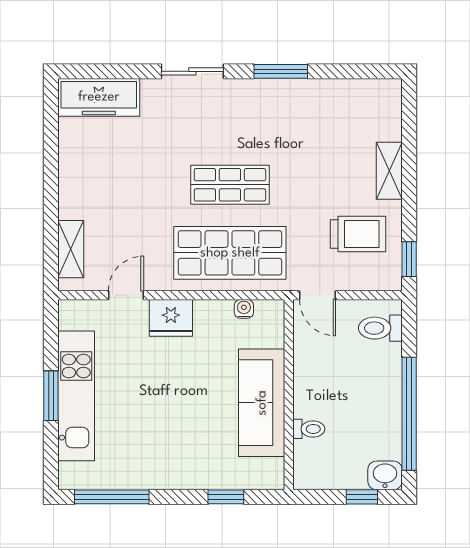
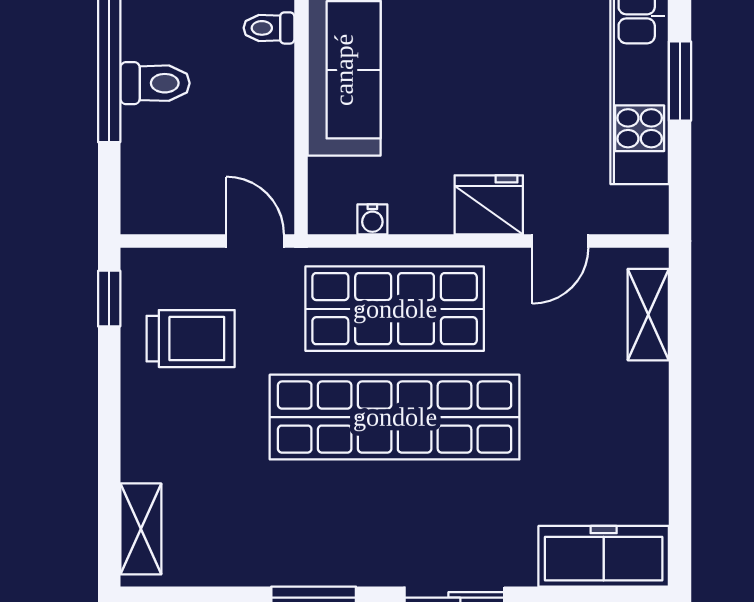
shelving: (389, 171) -> (141, 529), moved
shop shelf: (230, 185) -> (395, 417), width x2.00, depth x1.36
trolley: (358, 234) -> (191, 339), turned 180
toilet: (380, 328) -> (155, 83), moved

